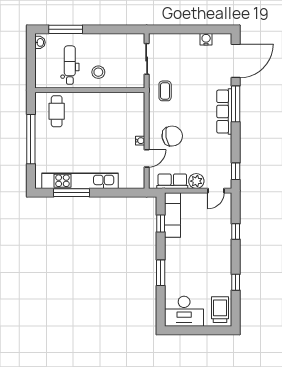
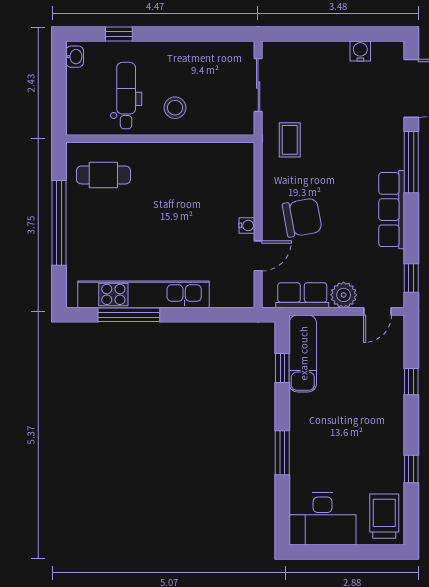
window: (66, 29) -> (119, 34), width x0.46
cafe table: (57, 111) -> (103, 175), turned 90
row of seats: (224, 112) -> (392, 210), moved

